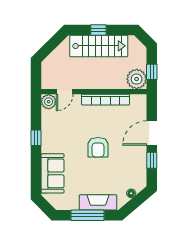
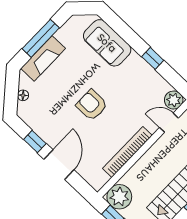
door: (65, 92) -> (169, 123), hinge flipped

